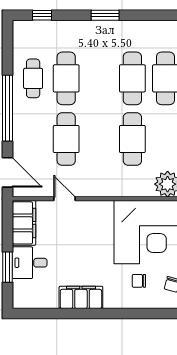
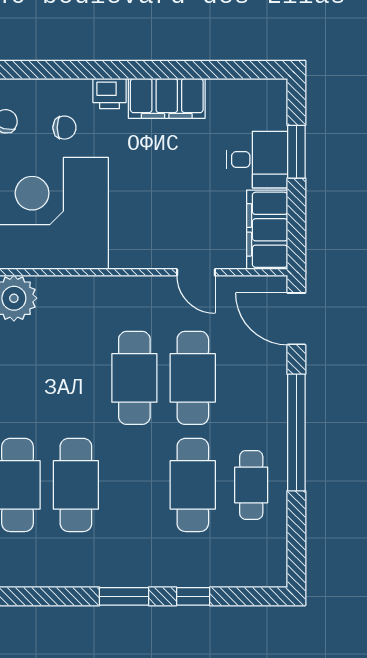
window: (42, 15) -> (193, 596), moved
cafe table: (132, 139) -> (134, 378), moved
printer: (113, 300) -> (110, 94), added

